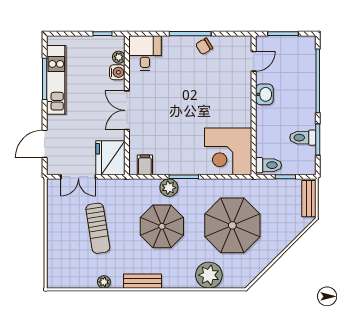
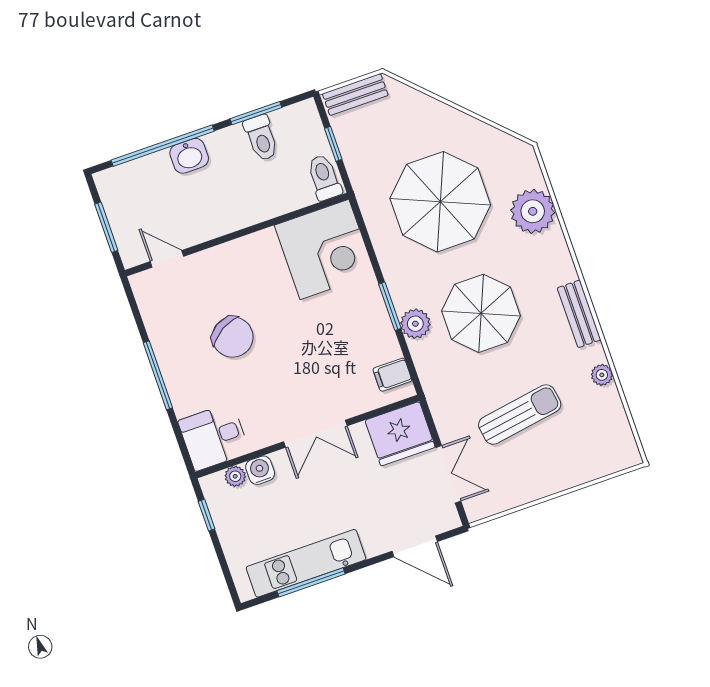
chair: (204, 46) -> (233, 337), moved, width x1.87, depth x1.87
washbasin: (264, 94) -> (189, 156), moved, turned 180

